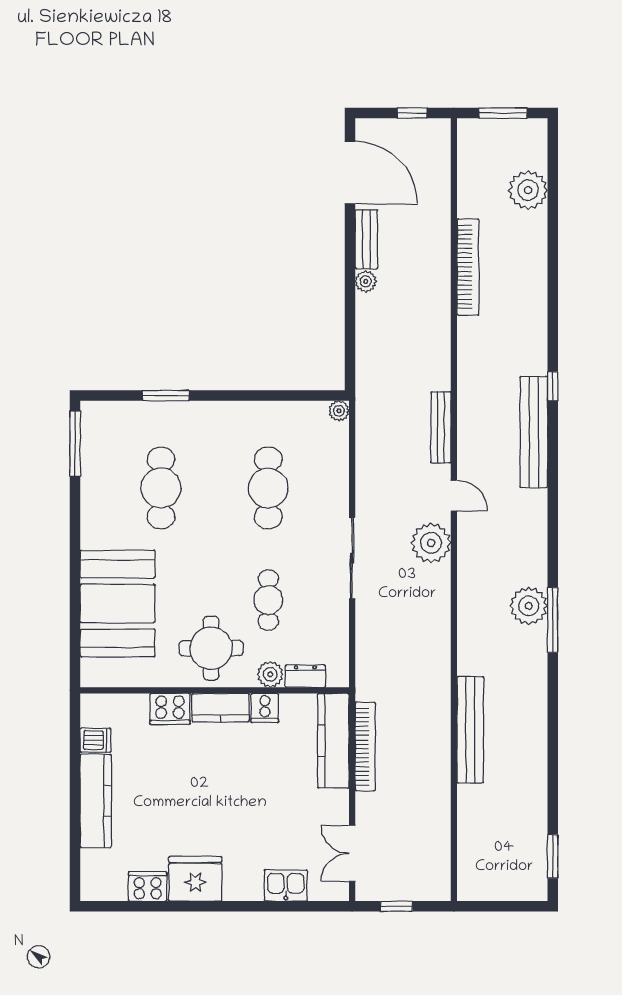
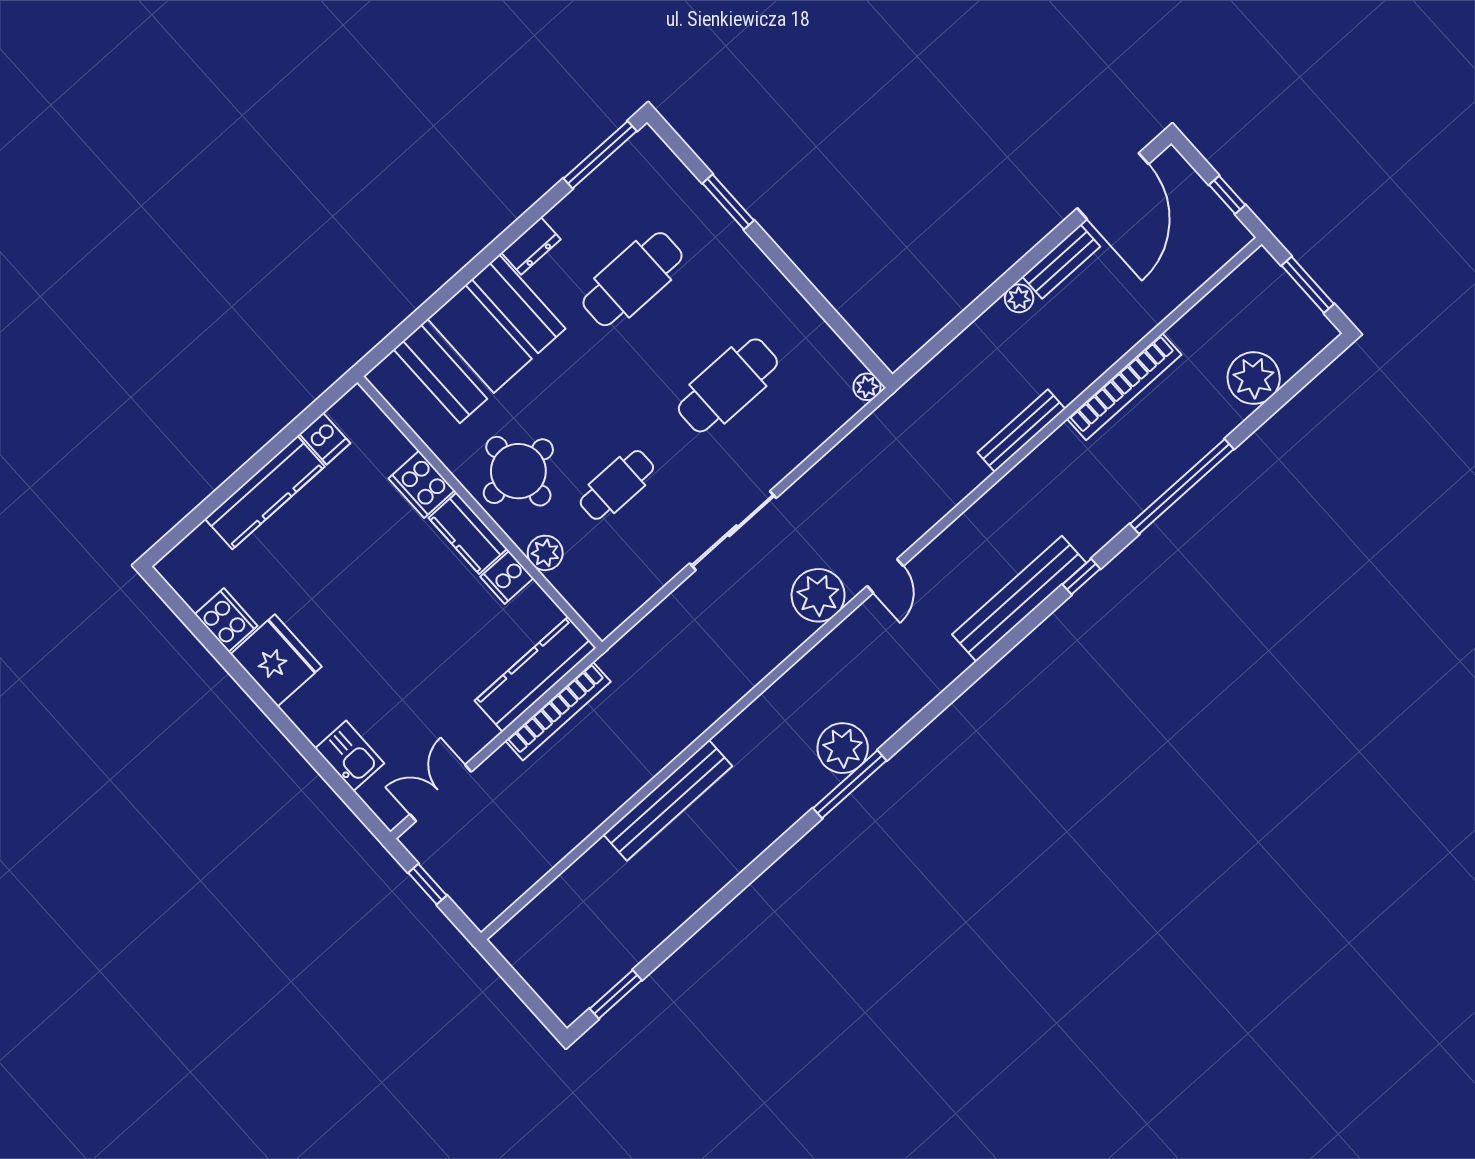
window: (553, 285) -> (1182, 486), added
bench: (441, 427) -> (1021, 431), moved
dresser: (305, 676) -> (531, 246), moved, turned 90

